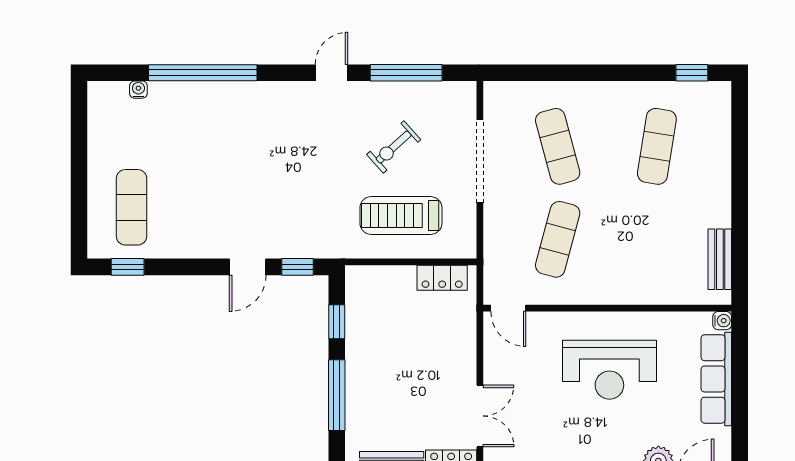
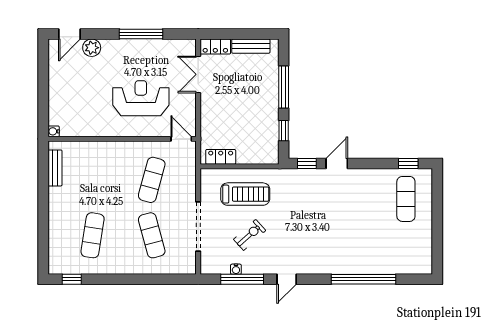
water cooler: (138, 90) -> (236, 269), moved
reception desk: (609, 370) -> (141, 98), moved
row of seats: (716, 379) -> (57, 97), removed

